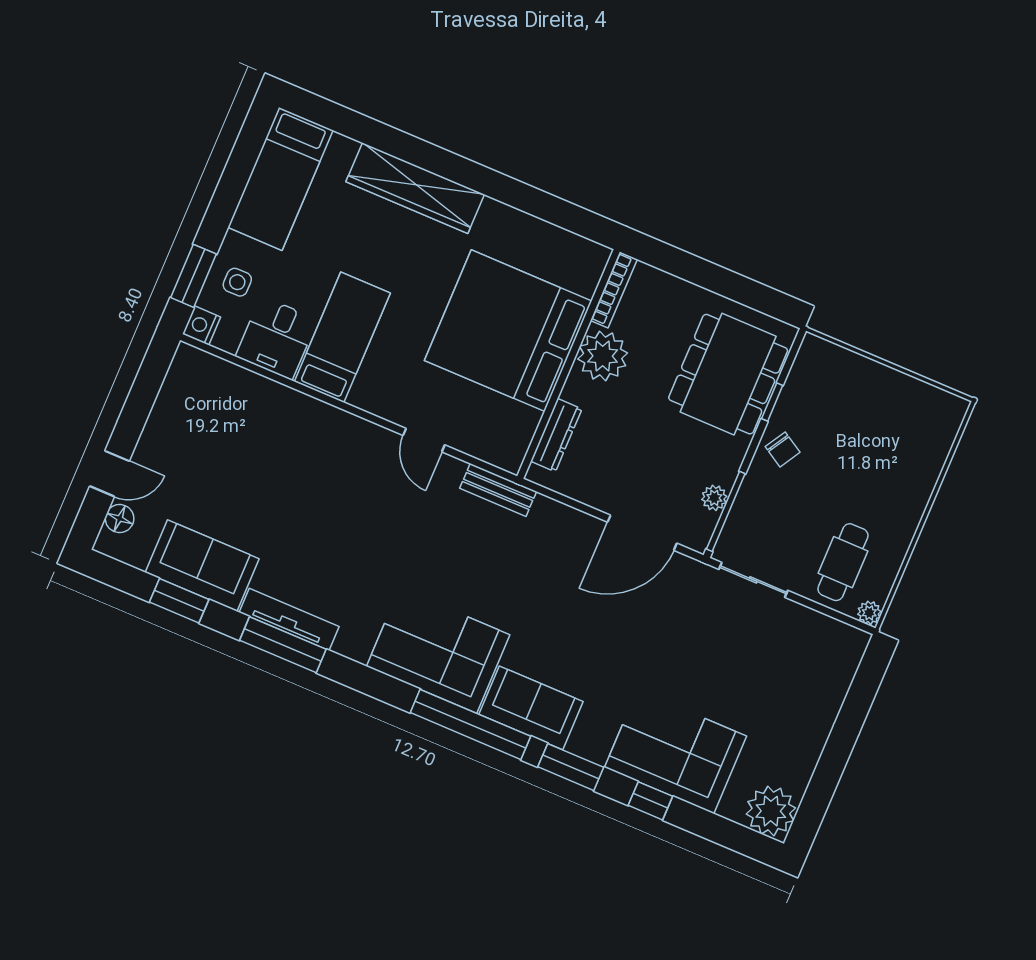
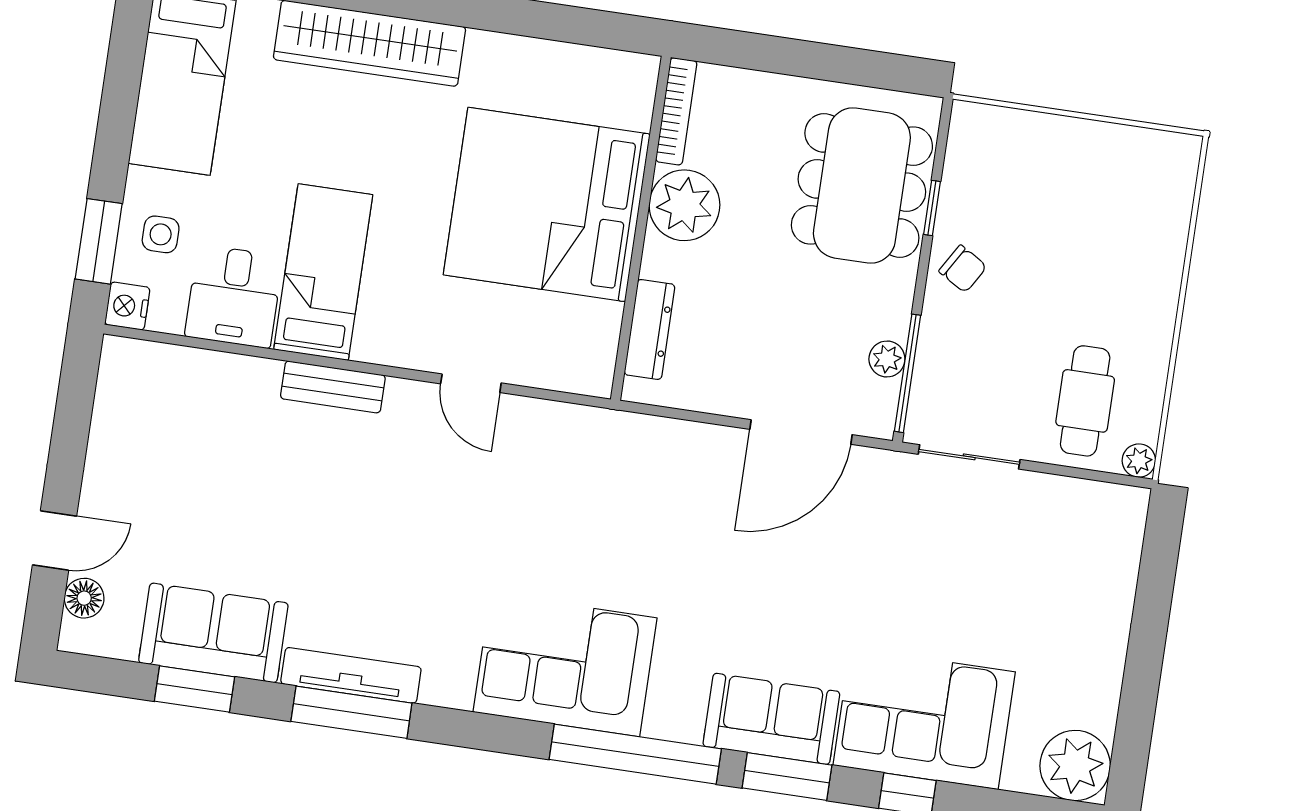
bench: (498, 490) -> (333, 387), moved
sofa: (531, 708) -> (771, 719), moved

